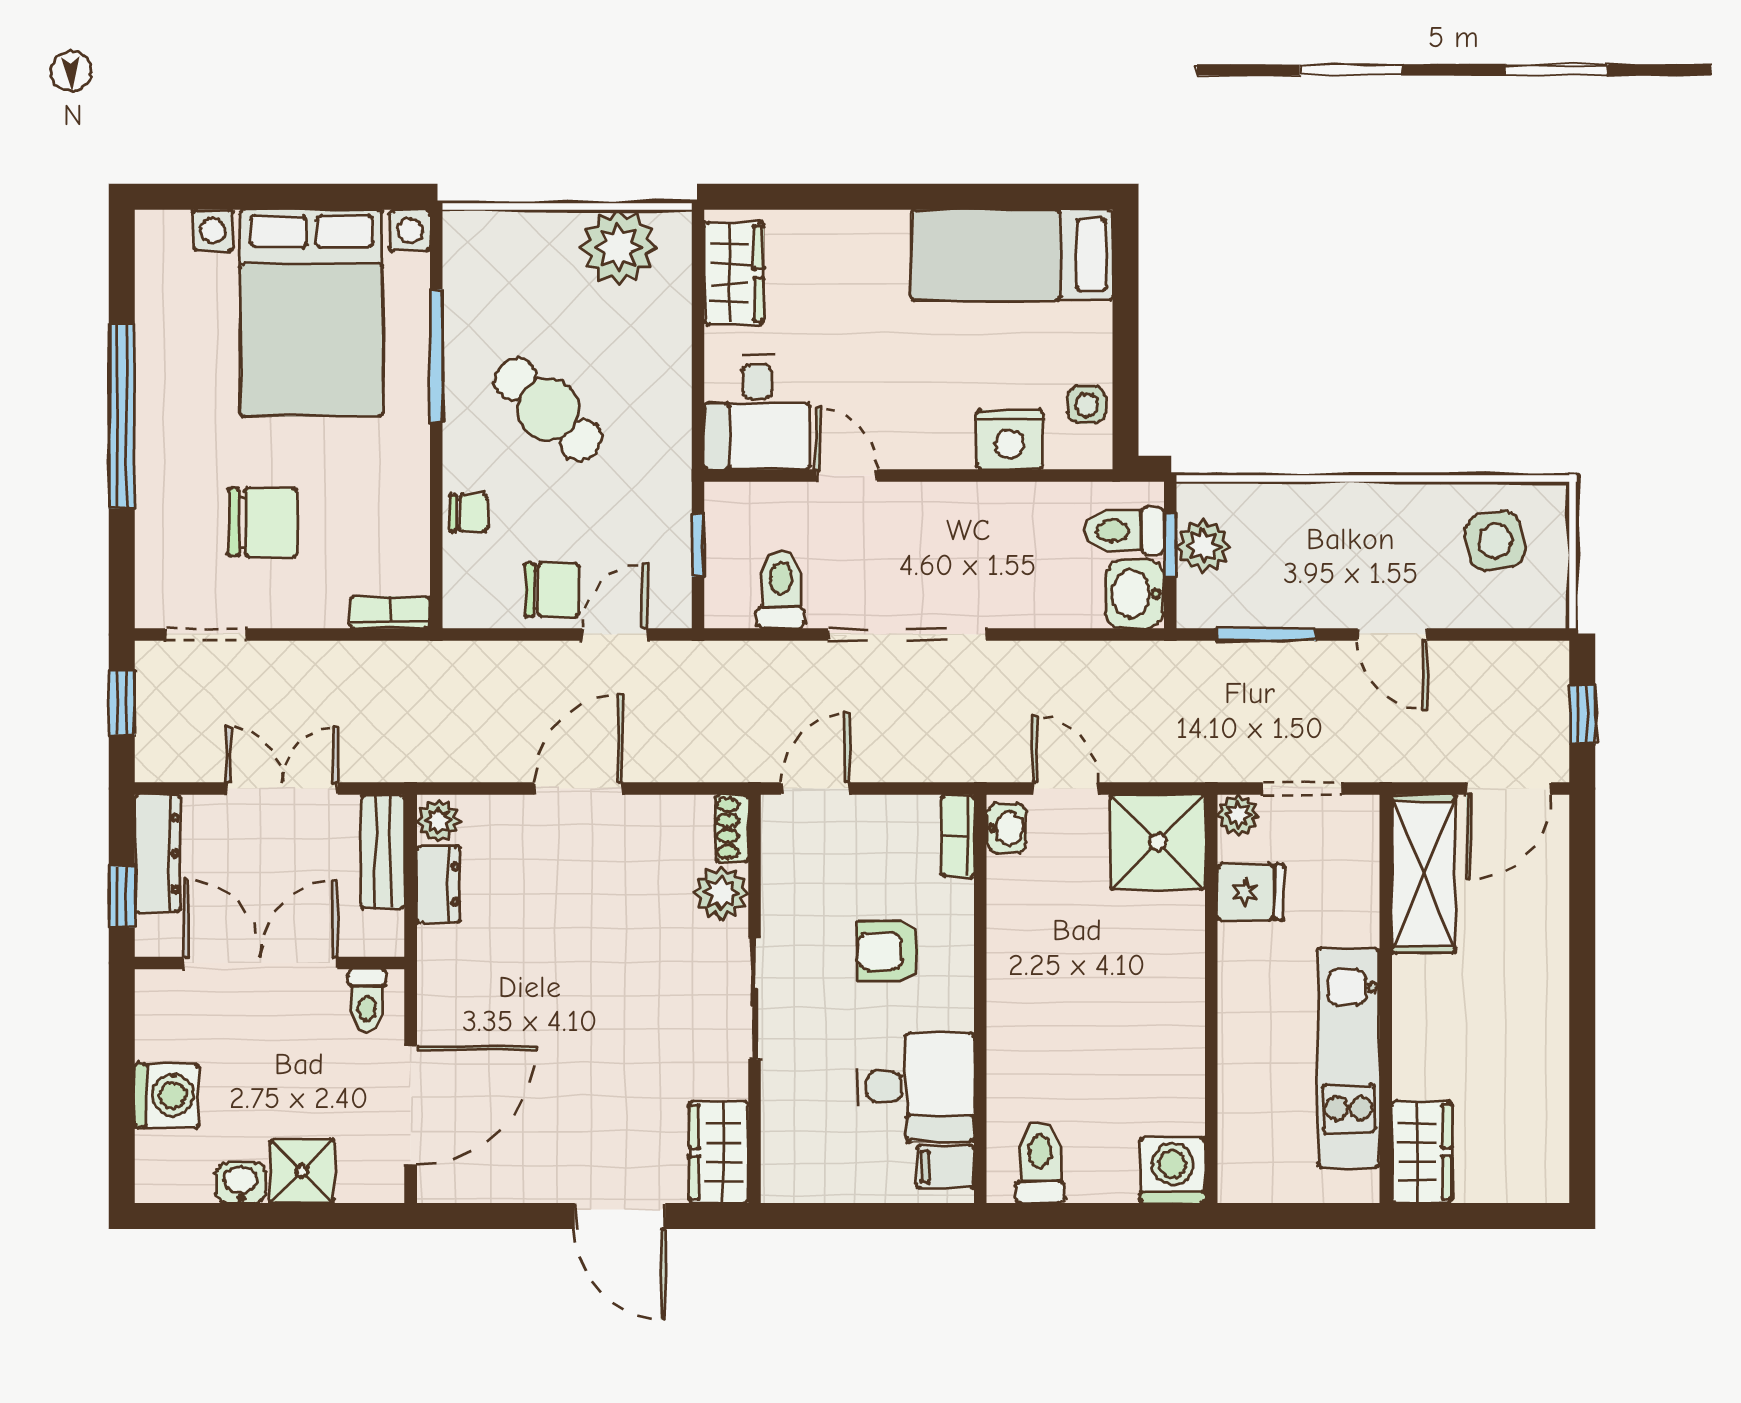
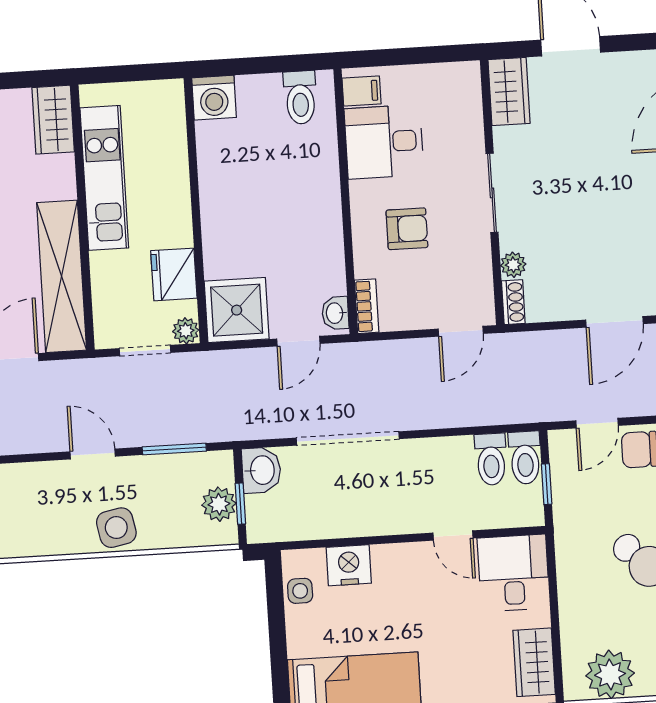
toilet: (1124, 531) -> (525, 458), moved, turned 90
side table: (1495, 541) -> (116, 528), moved
doorway: (907, 635) -> (348, 438), moved
door: (1066, 789) -> (298, 341), hinge flipped
shelving: (1423, 873) -> (62, 276), width x1.47
fridge: (1251, 892) -> (174, 274), width x1.38
plant: (721, 893) -> (513, 265), width x0.73, depth x0.73

